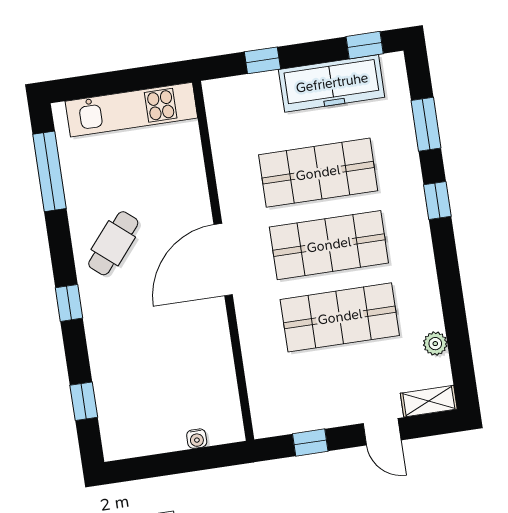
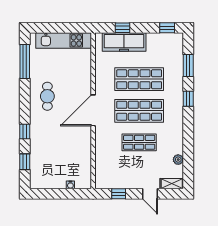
freezer: (332, 83) -> (124, 42), moved
cafe table: (113, 243) -> (47, 96), turned -40
window: (69, 303) -> (25, 132), moved
shop shelf: (340, 317) -> (139, 142), width x0.70, depth x0.74

